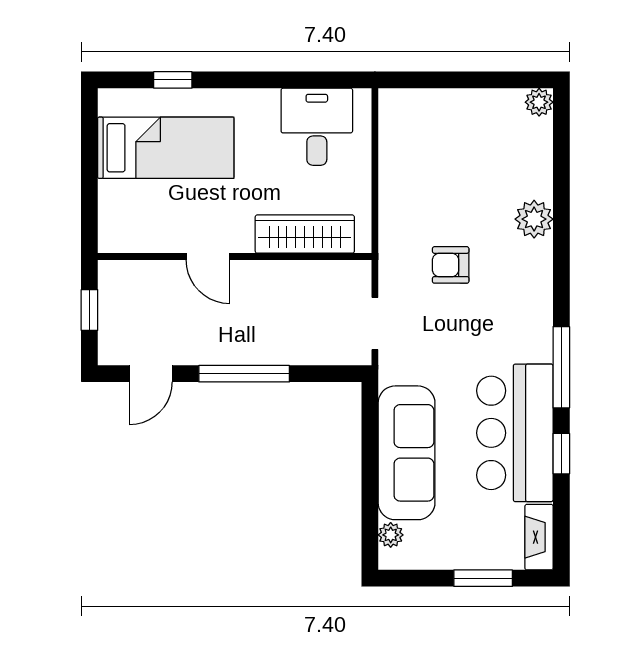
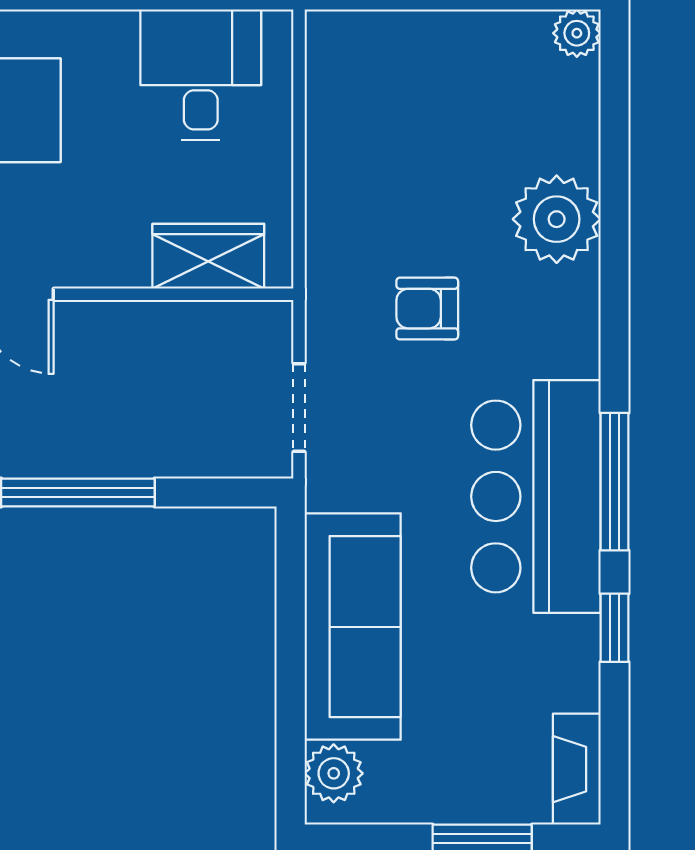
plant: (534, 219) -> (557, 219), width x1.36, depth x1.36
wardrobe: (305, 234) -> (208, 256), width x0.67
bar counter: (515, 433) -> (536, 496), moved
plant: (391, 535) -> (334, 773), width x1.38, depth x1.38

